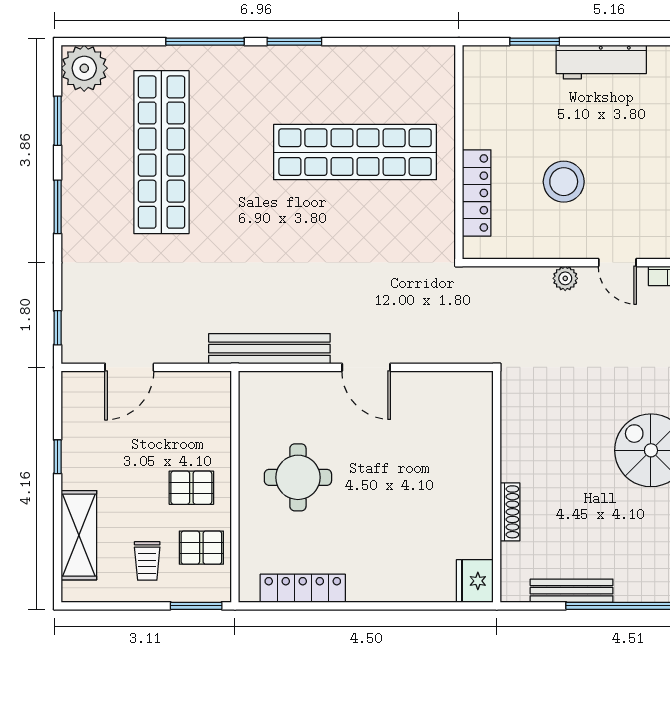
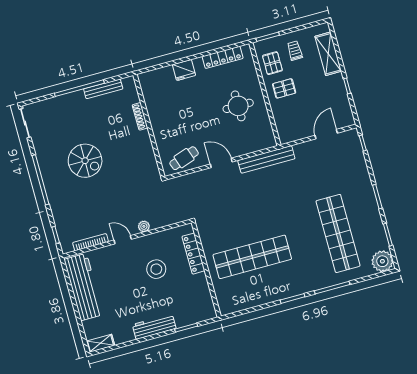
cafe table: (442, 399) -> (184, 158), added
pallet: (201, 548) -> (272, 63), turned 90
fridge: (475, 581) -> (184, 70), moved, turned 90

